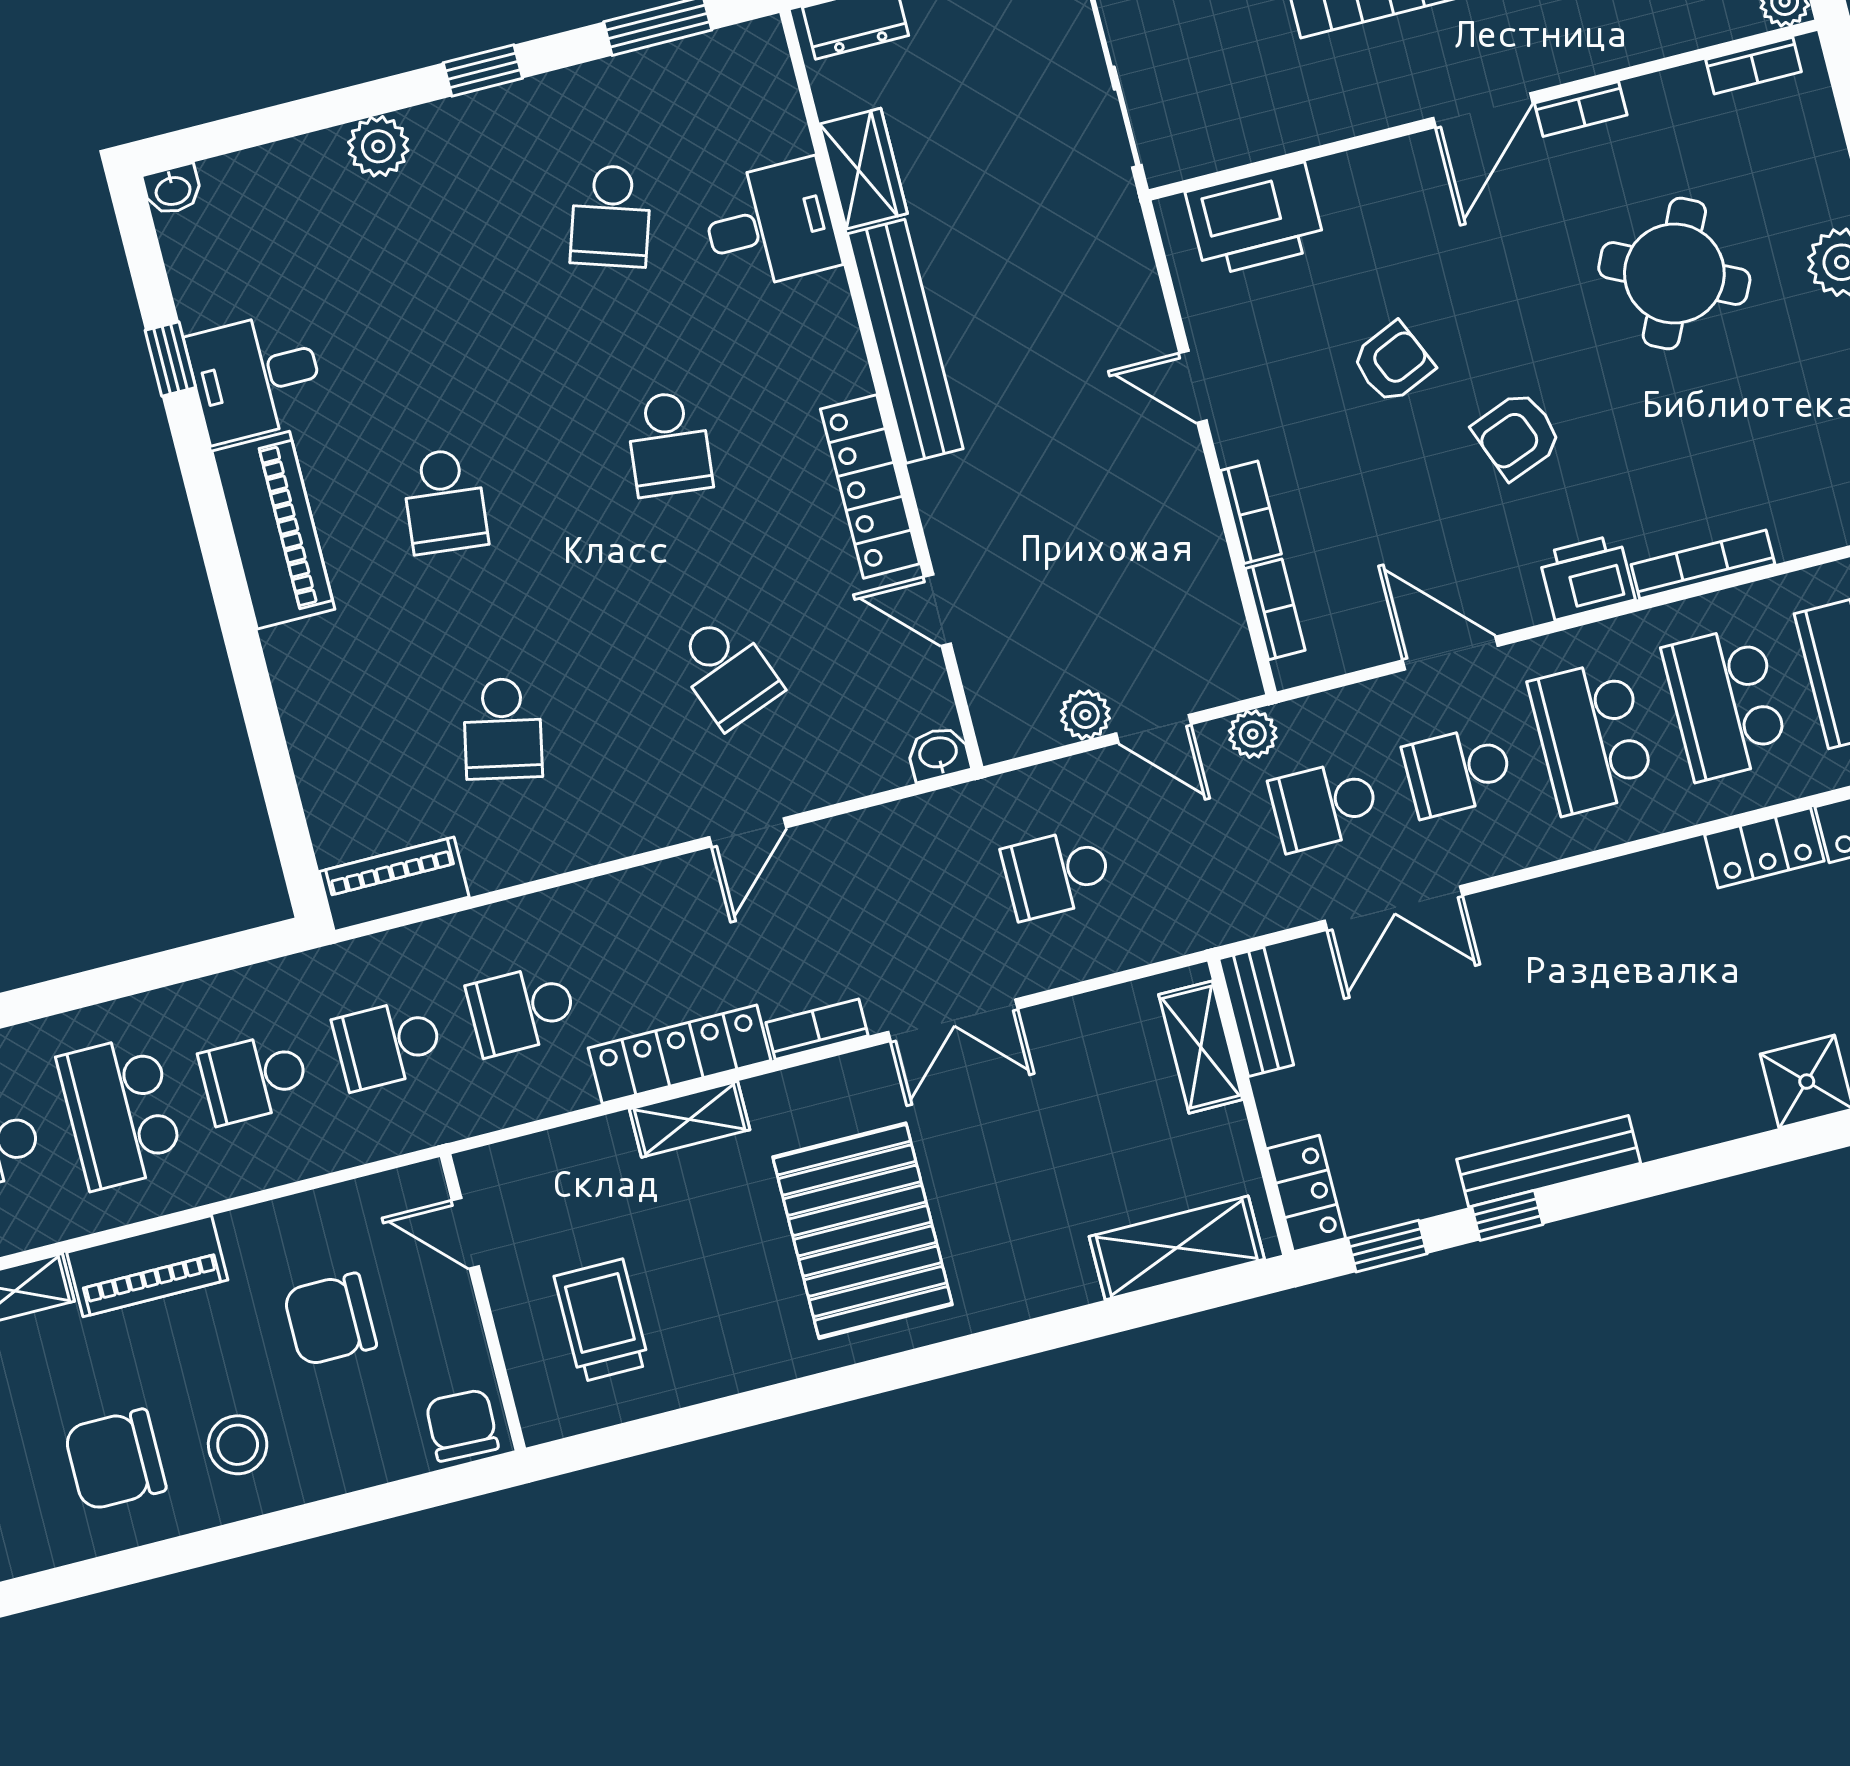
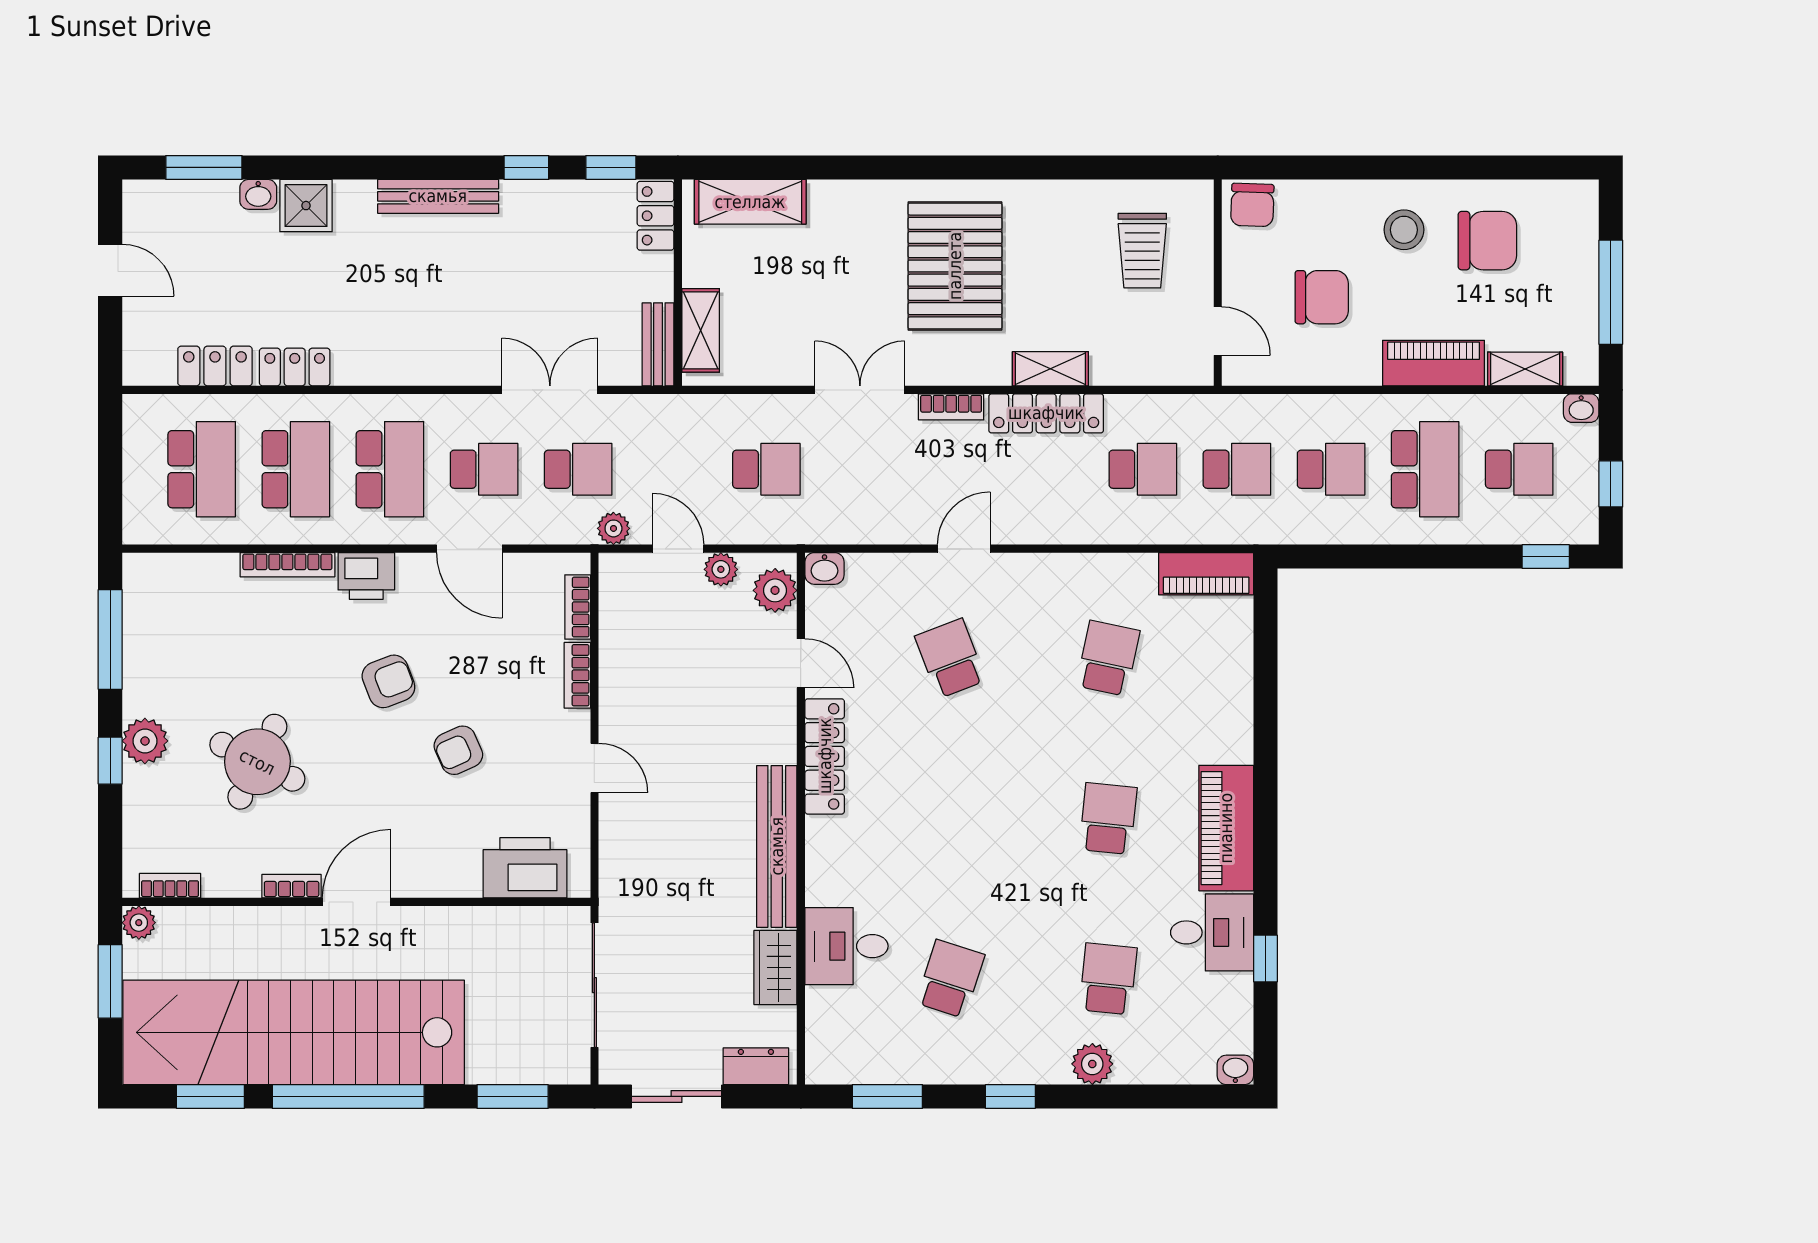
school desk: (669, 444) -> (1108, 979), moved
plant: (1001, 704) -> (775, 590), added
bench: (1549, 1161) -> (438, 196), moved

